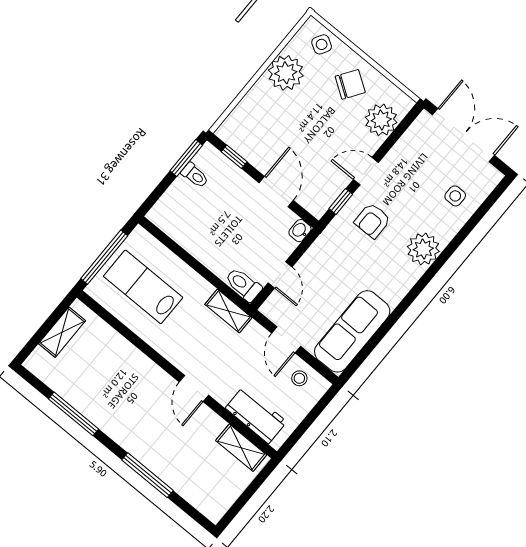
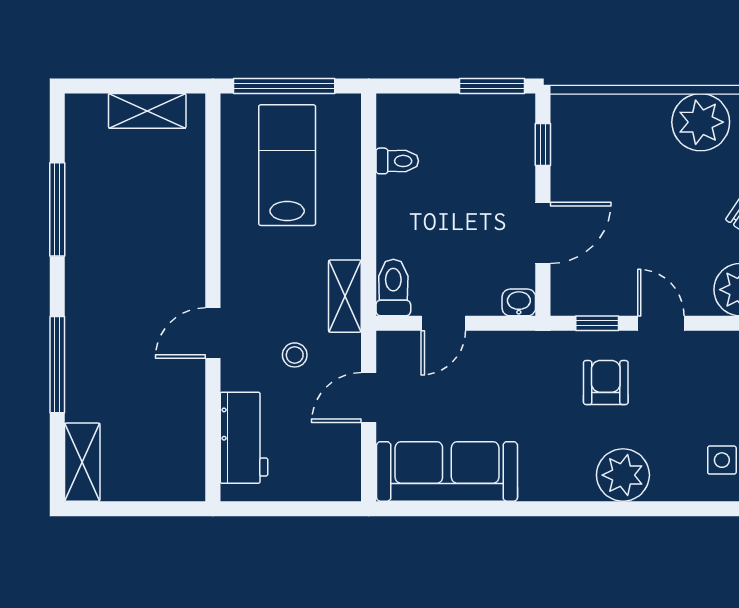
toilet: (195, 175) -> (397, 161), moved, turned -90
armchair: (372, 221) -> (606, 383), turned 90
stool: (299, 378) -> (295, 355), moved
shelving: (241, 448) -> (82, 462), moved

